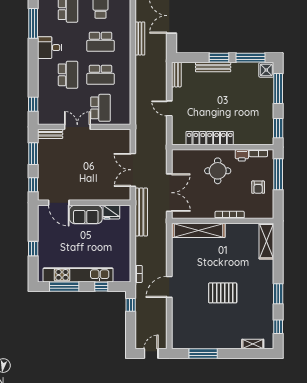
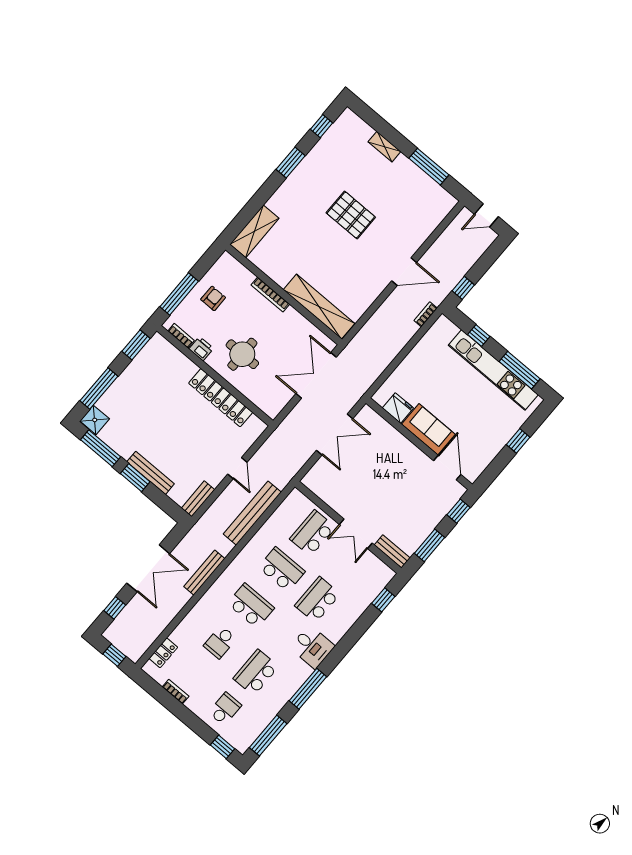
bench: (141, 212) -> (252, 513), moved
shelving: (253, 344) -> (384, 147), moved

